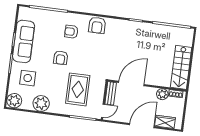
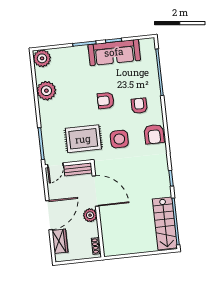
armchair: (97, 25) -> (154, 134), turned -90
stairs: (181, 67) -> (165, 223), moved, turned -90
side table: (28, 78) -> (119, 139), moved
rug: (78, 89) -> (83, 139), moved
plant: (162, 94) -> (90, 215), moved
door: (103, 111) -> (55, 165), hinge flipped
door: (142, 126) -> (49, 215), hinge flipped

